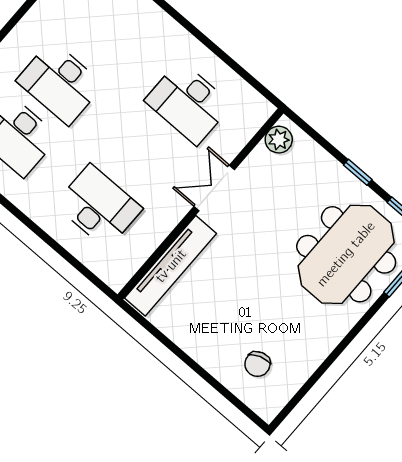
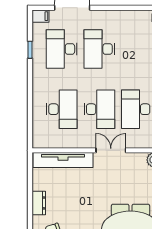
desk: (143, 155) -> (99, 109), added
dresser: (201, 350) -> (39, 203), added

